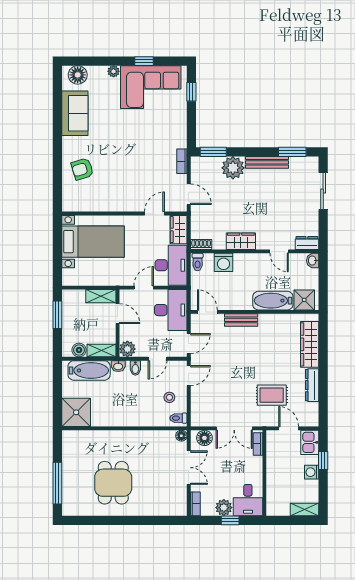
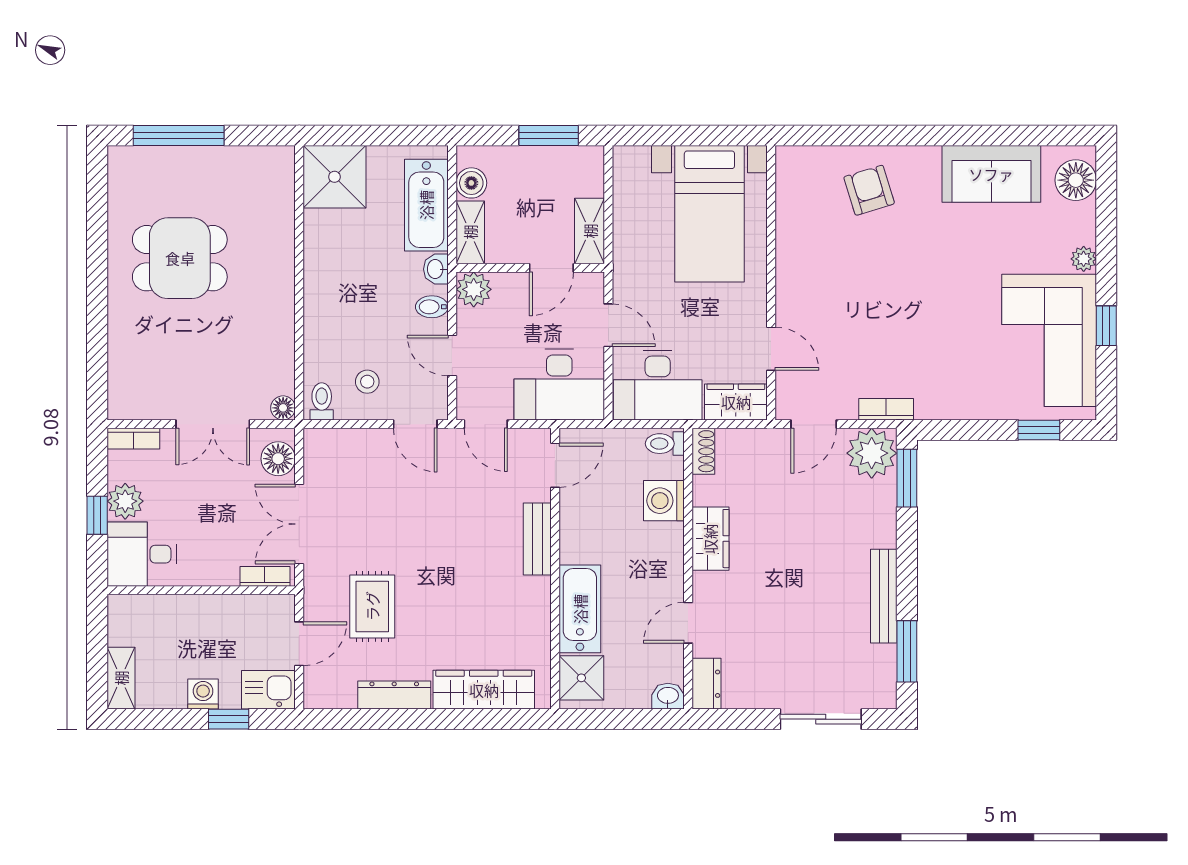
plant: (233, 168) -> (872, 453), moved

